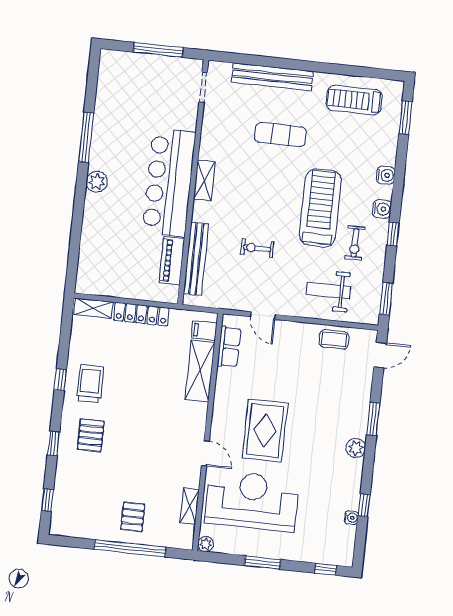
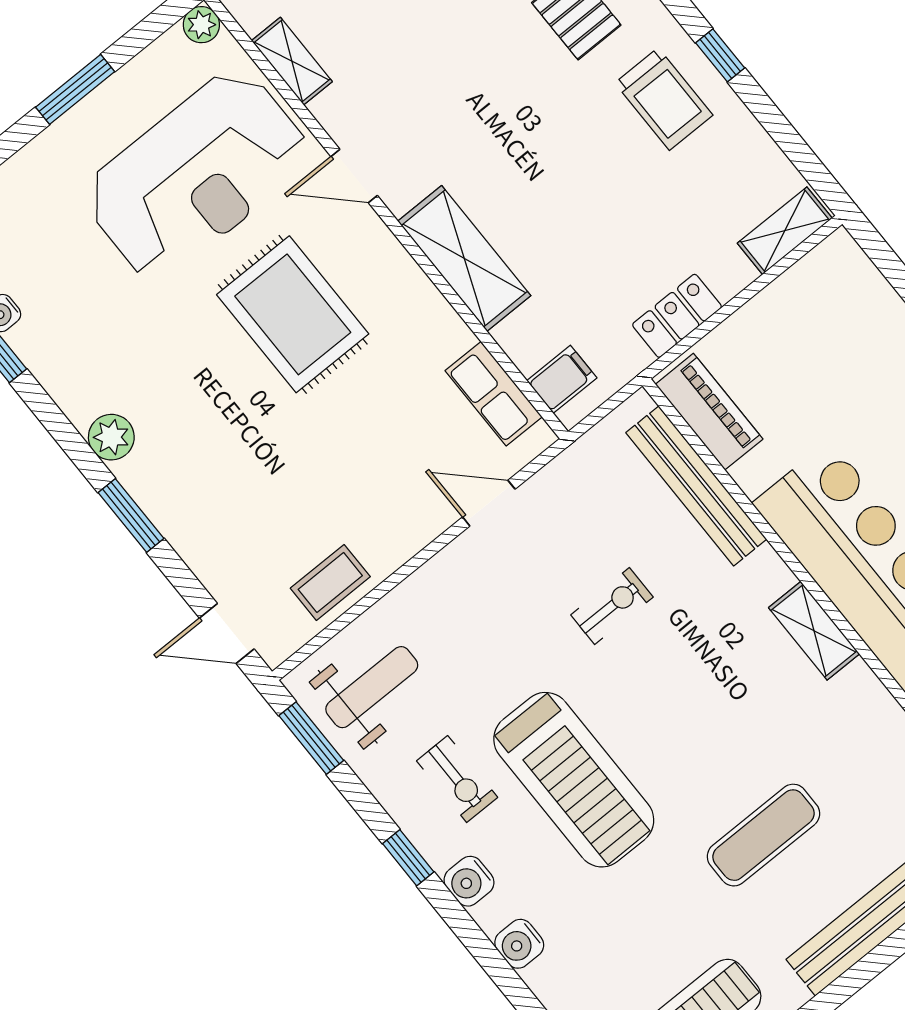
exercise bike: (355, 243) -> (457, 779), turned 180
piano: (172, 261) -> (709, 412), moved
weight bench: (328, 291) -> (372, 687), moved
locker: (141, 314) -> (677, 316), width x0.66
door: (380, 355) -> (227, 634), hinge flipped
shelving: (200, 371) -> (464, 258), moved

